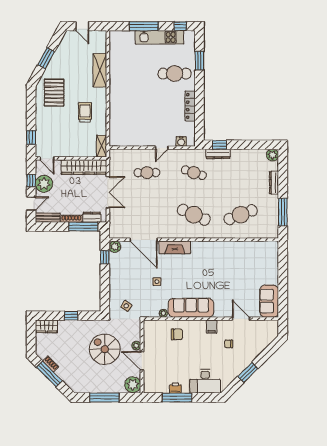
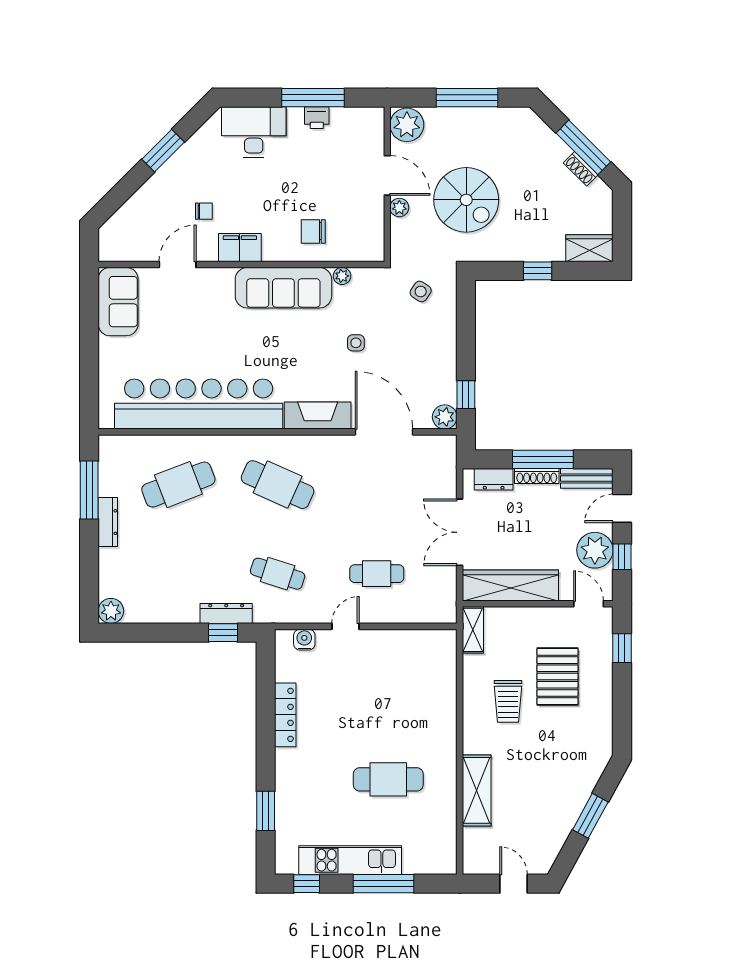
cafe table: (175, 74) -> (388, 779), moved
pallet: (54, 93) -> (557, 677), moved
dresser: (274, 183) -> (108, 522), moved
window: (83, 227) -> (543, 459), moved
bar counter: (231, 253) -> (199, 404), added
door: (241, 319) -> (178, 265), swing flipped
filing cabinet: (212, 327) -> (240, 248), width x2.00

